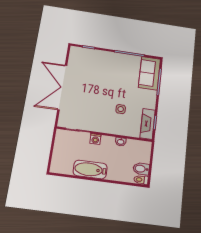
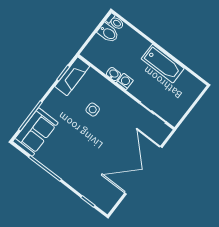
double door: (62, 87) -> (143, 170), swing flipped
washing machine: (95, 139) -> (125, 82), moved

